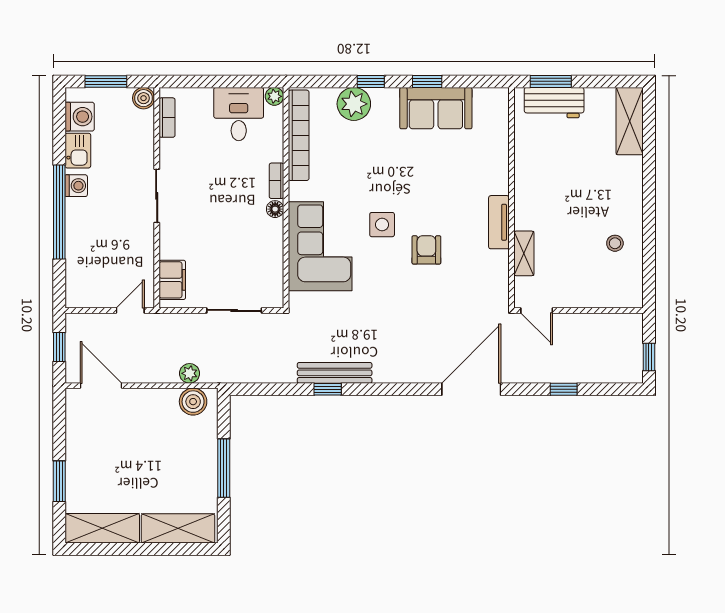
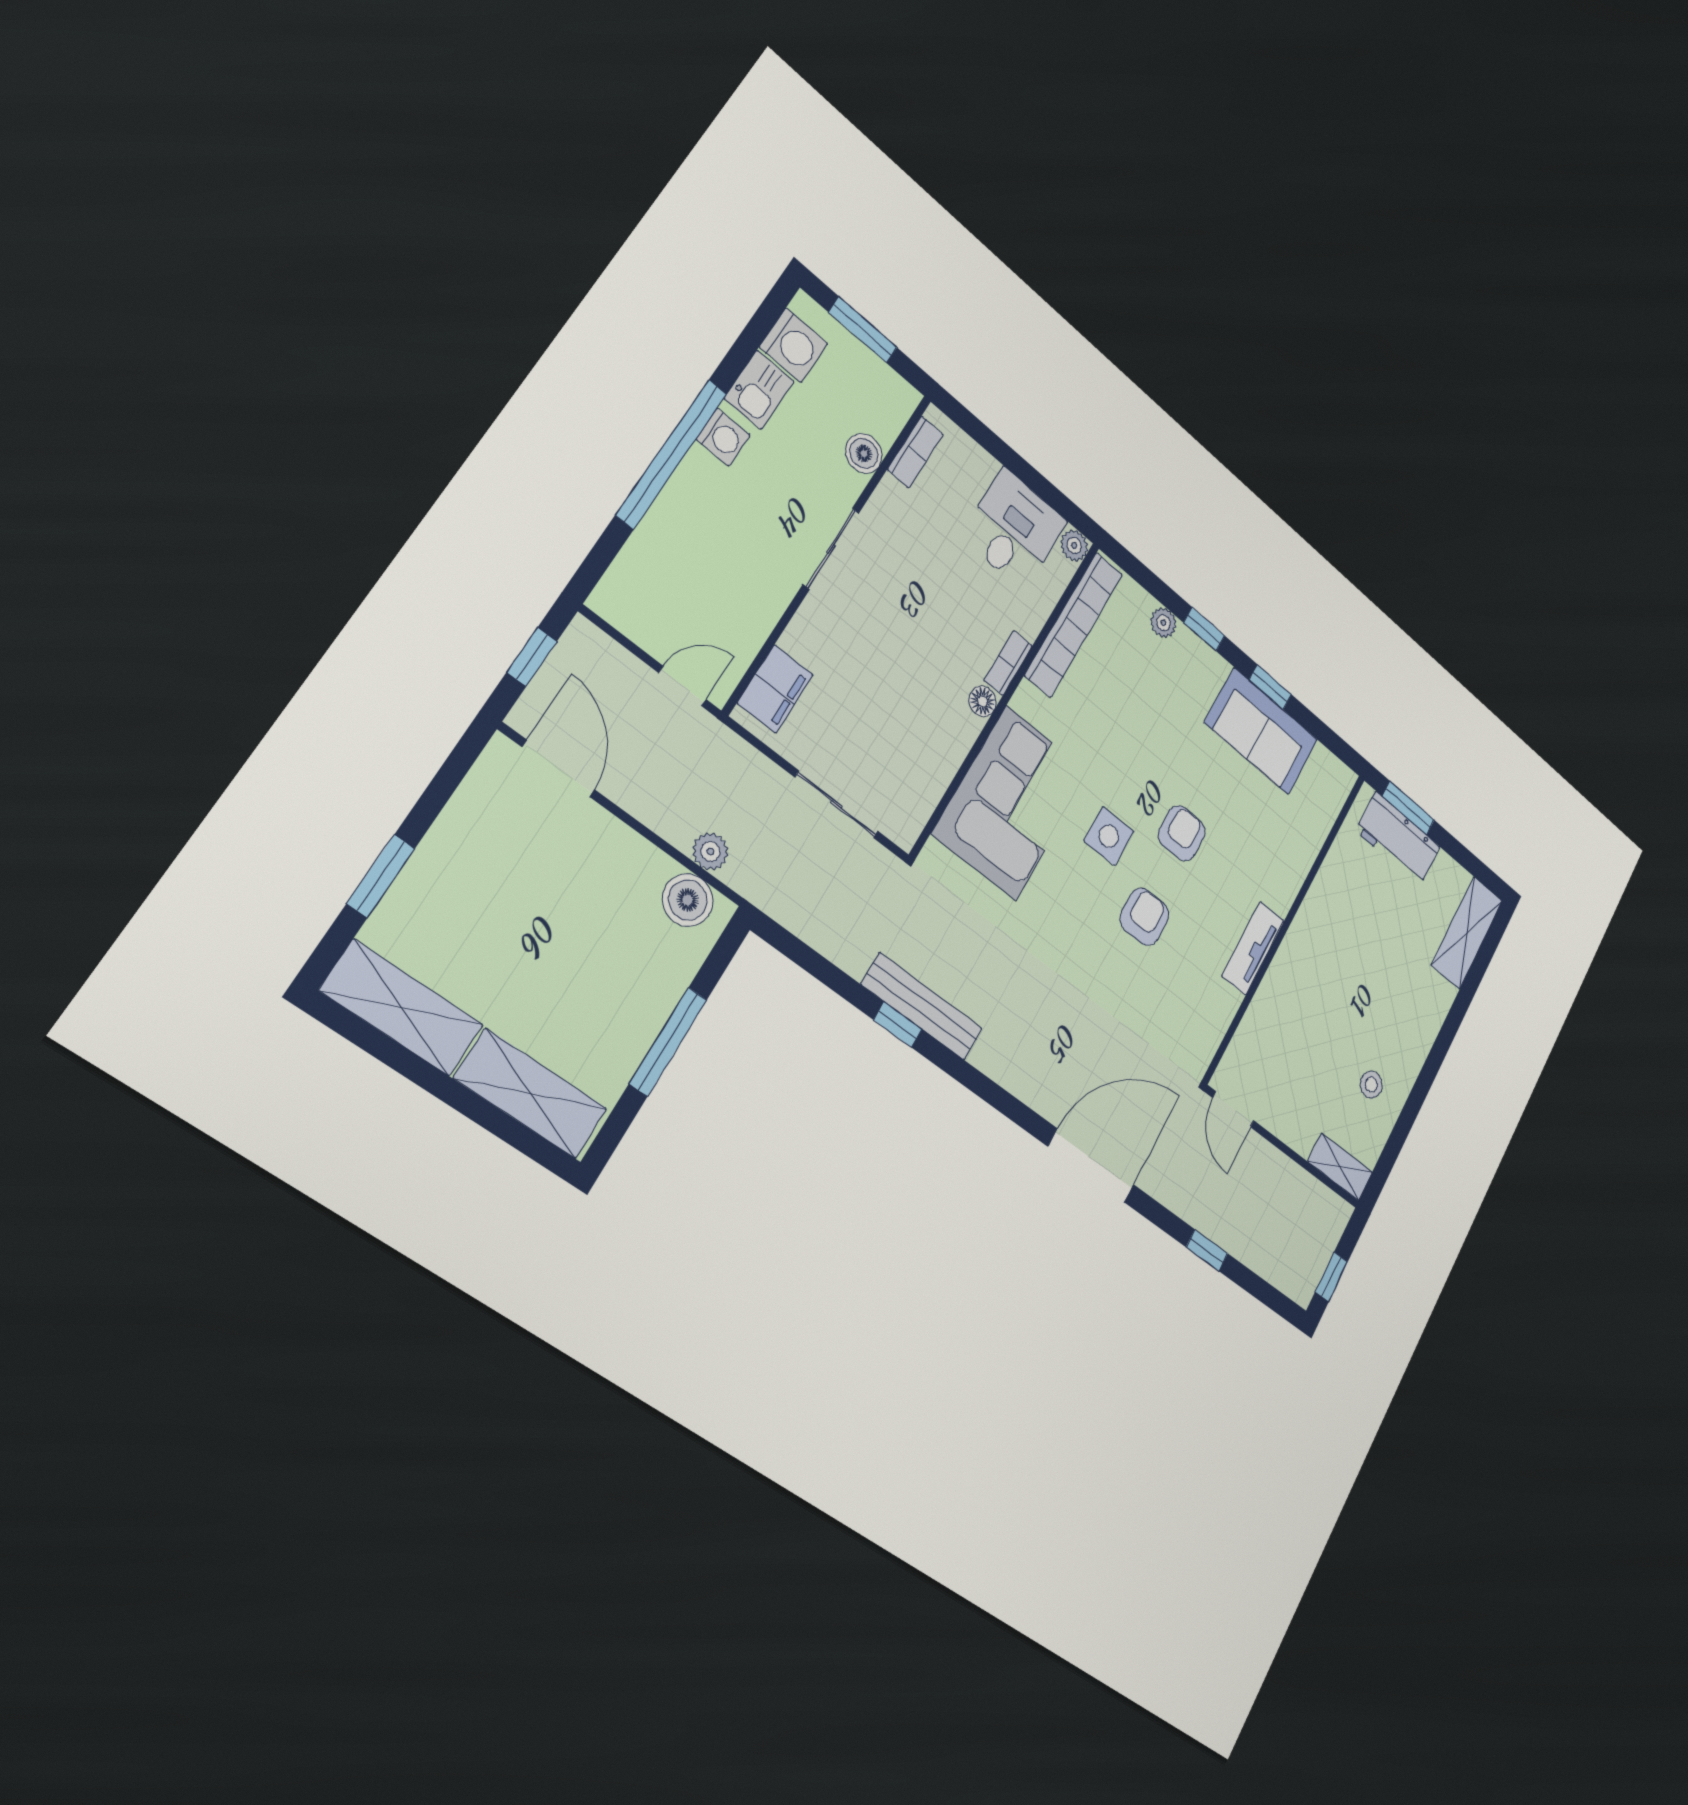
boiler: (144, 98) -> (864, 453), moved
plant: (354, 104) -> (1163, 623), width x0.53, depth x0.53
armchair: (422, 194) -> (1182, 833), added
shelving: (524, 253) -> (1340, 1167), moved, turned 90

